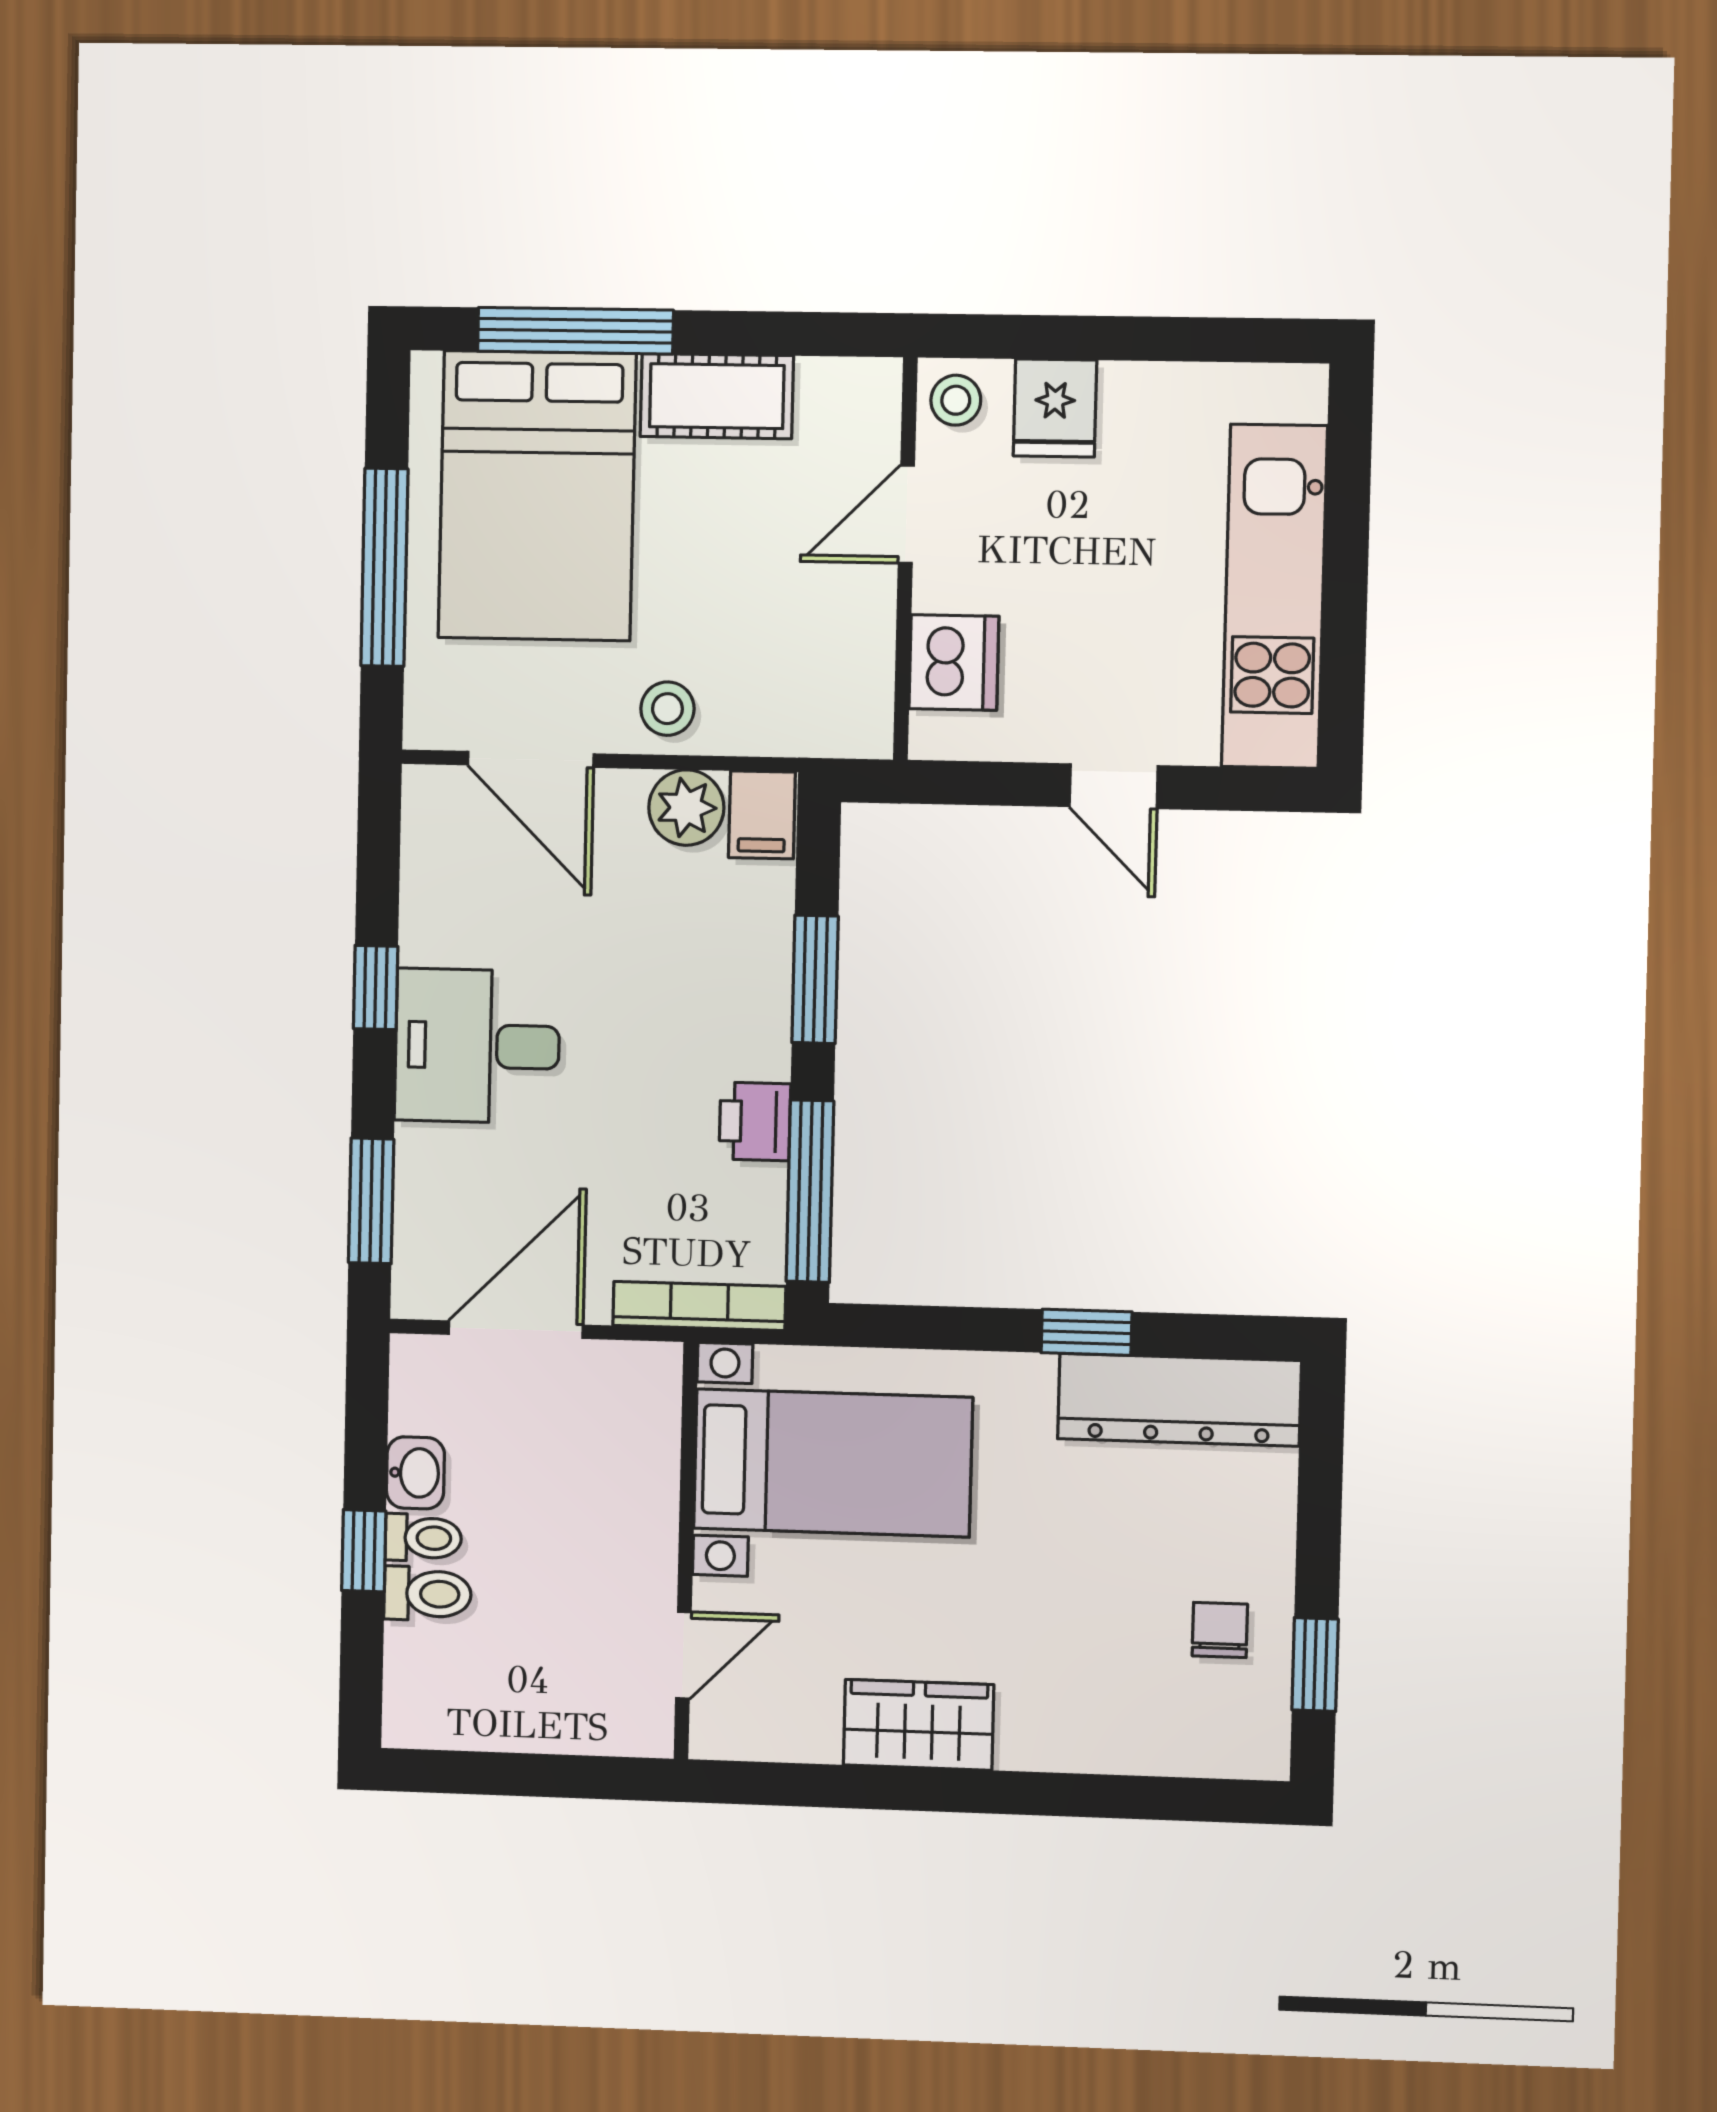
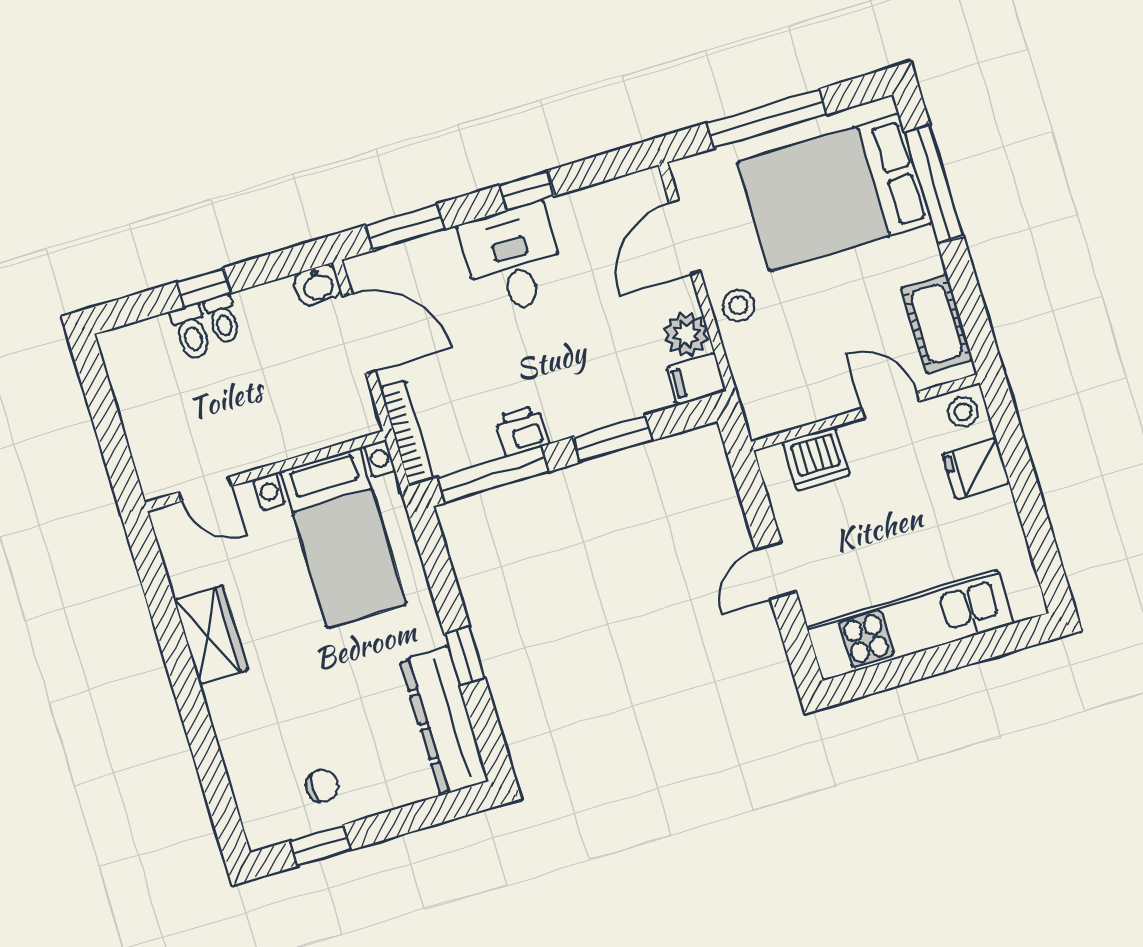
cot: (717, 396) -> (937, 324), moved
washbasin: (415, 1473) -> (318, 285), moved

